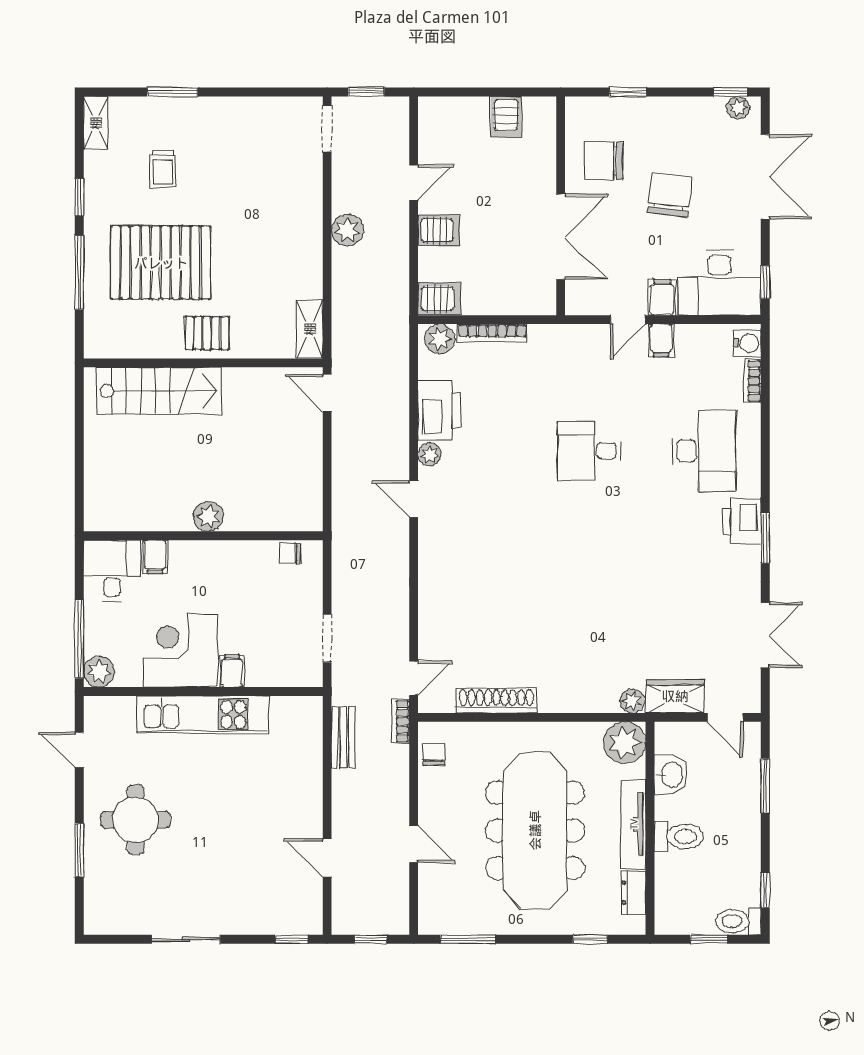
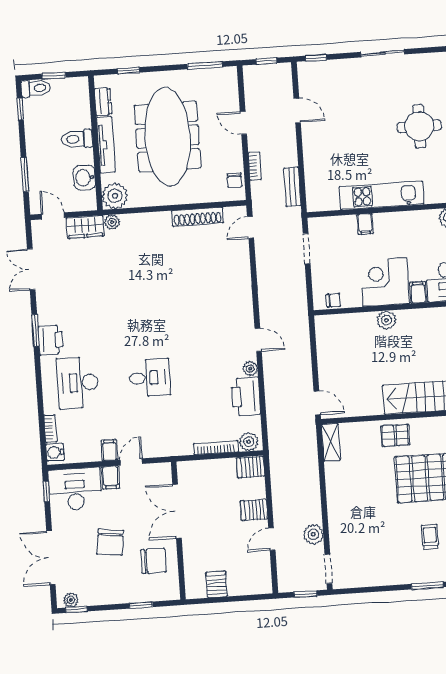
plant: (347, 230) -> (313, 534), moved
corner desk: (181, 650) -> (385, 282), moved, turned 180
bookcase: (400, 721) -> (255, 166), moved

